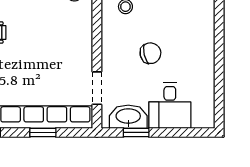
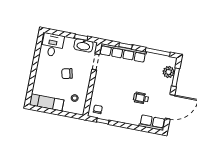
desk: (170, 106) -> (52, 45), moved

